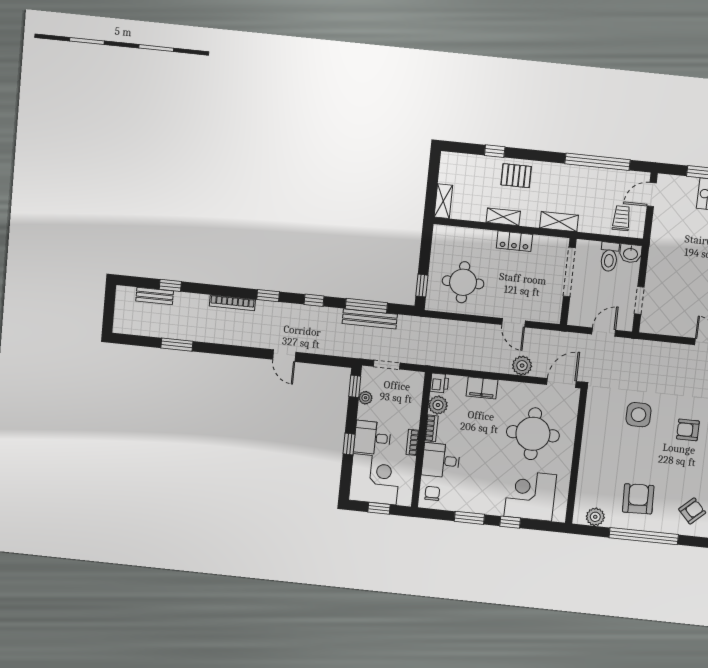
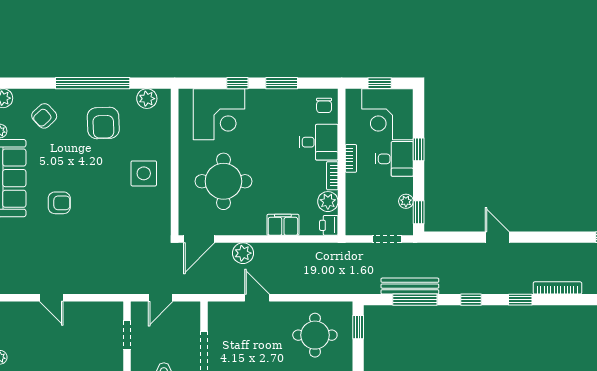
side table: (639, 415) -> (144, 173), moved

